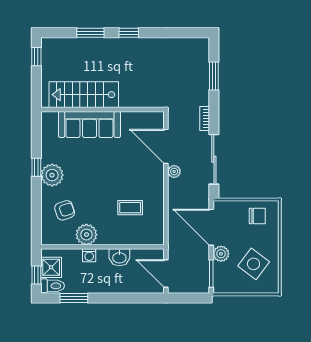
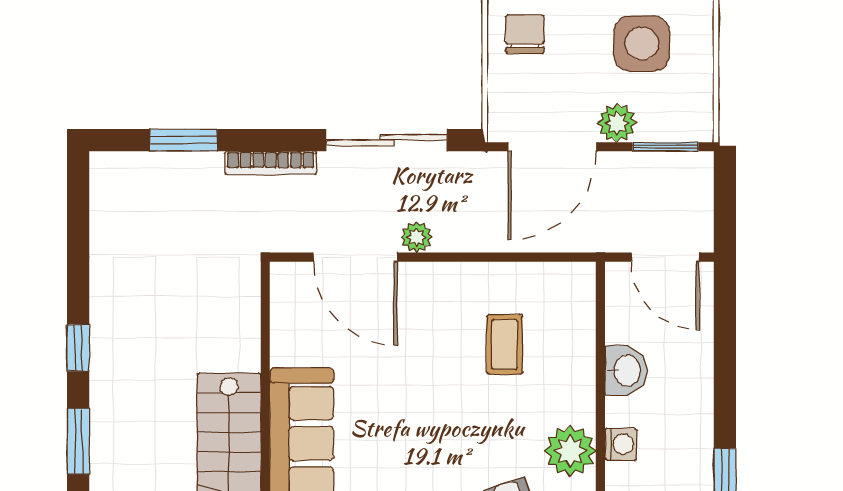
bookcase: (205, 118) -> (271, 163), width x1.56
door: (166, 146) -> (355, 257), hinge flipped
side table: (254, 264) -> (642, 44), turned -37
door: (166, 274) -> (665, 257), hinge flipped

